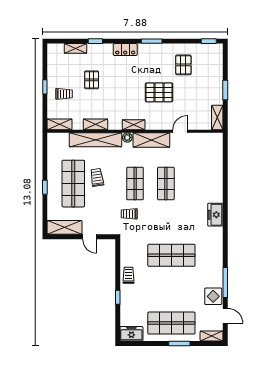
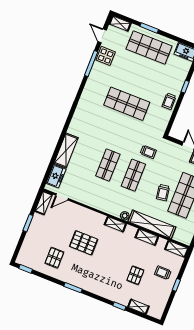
locker: (125, 50) -> (98, 289), removed
door: (180, 131) -> (62, 197), moved
shelving: (151, 140) -> (66, 151), moved, turned 90
freezer: (215, 215) -> (56, 176), moved

